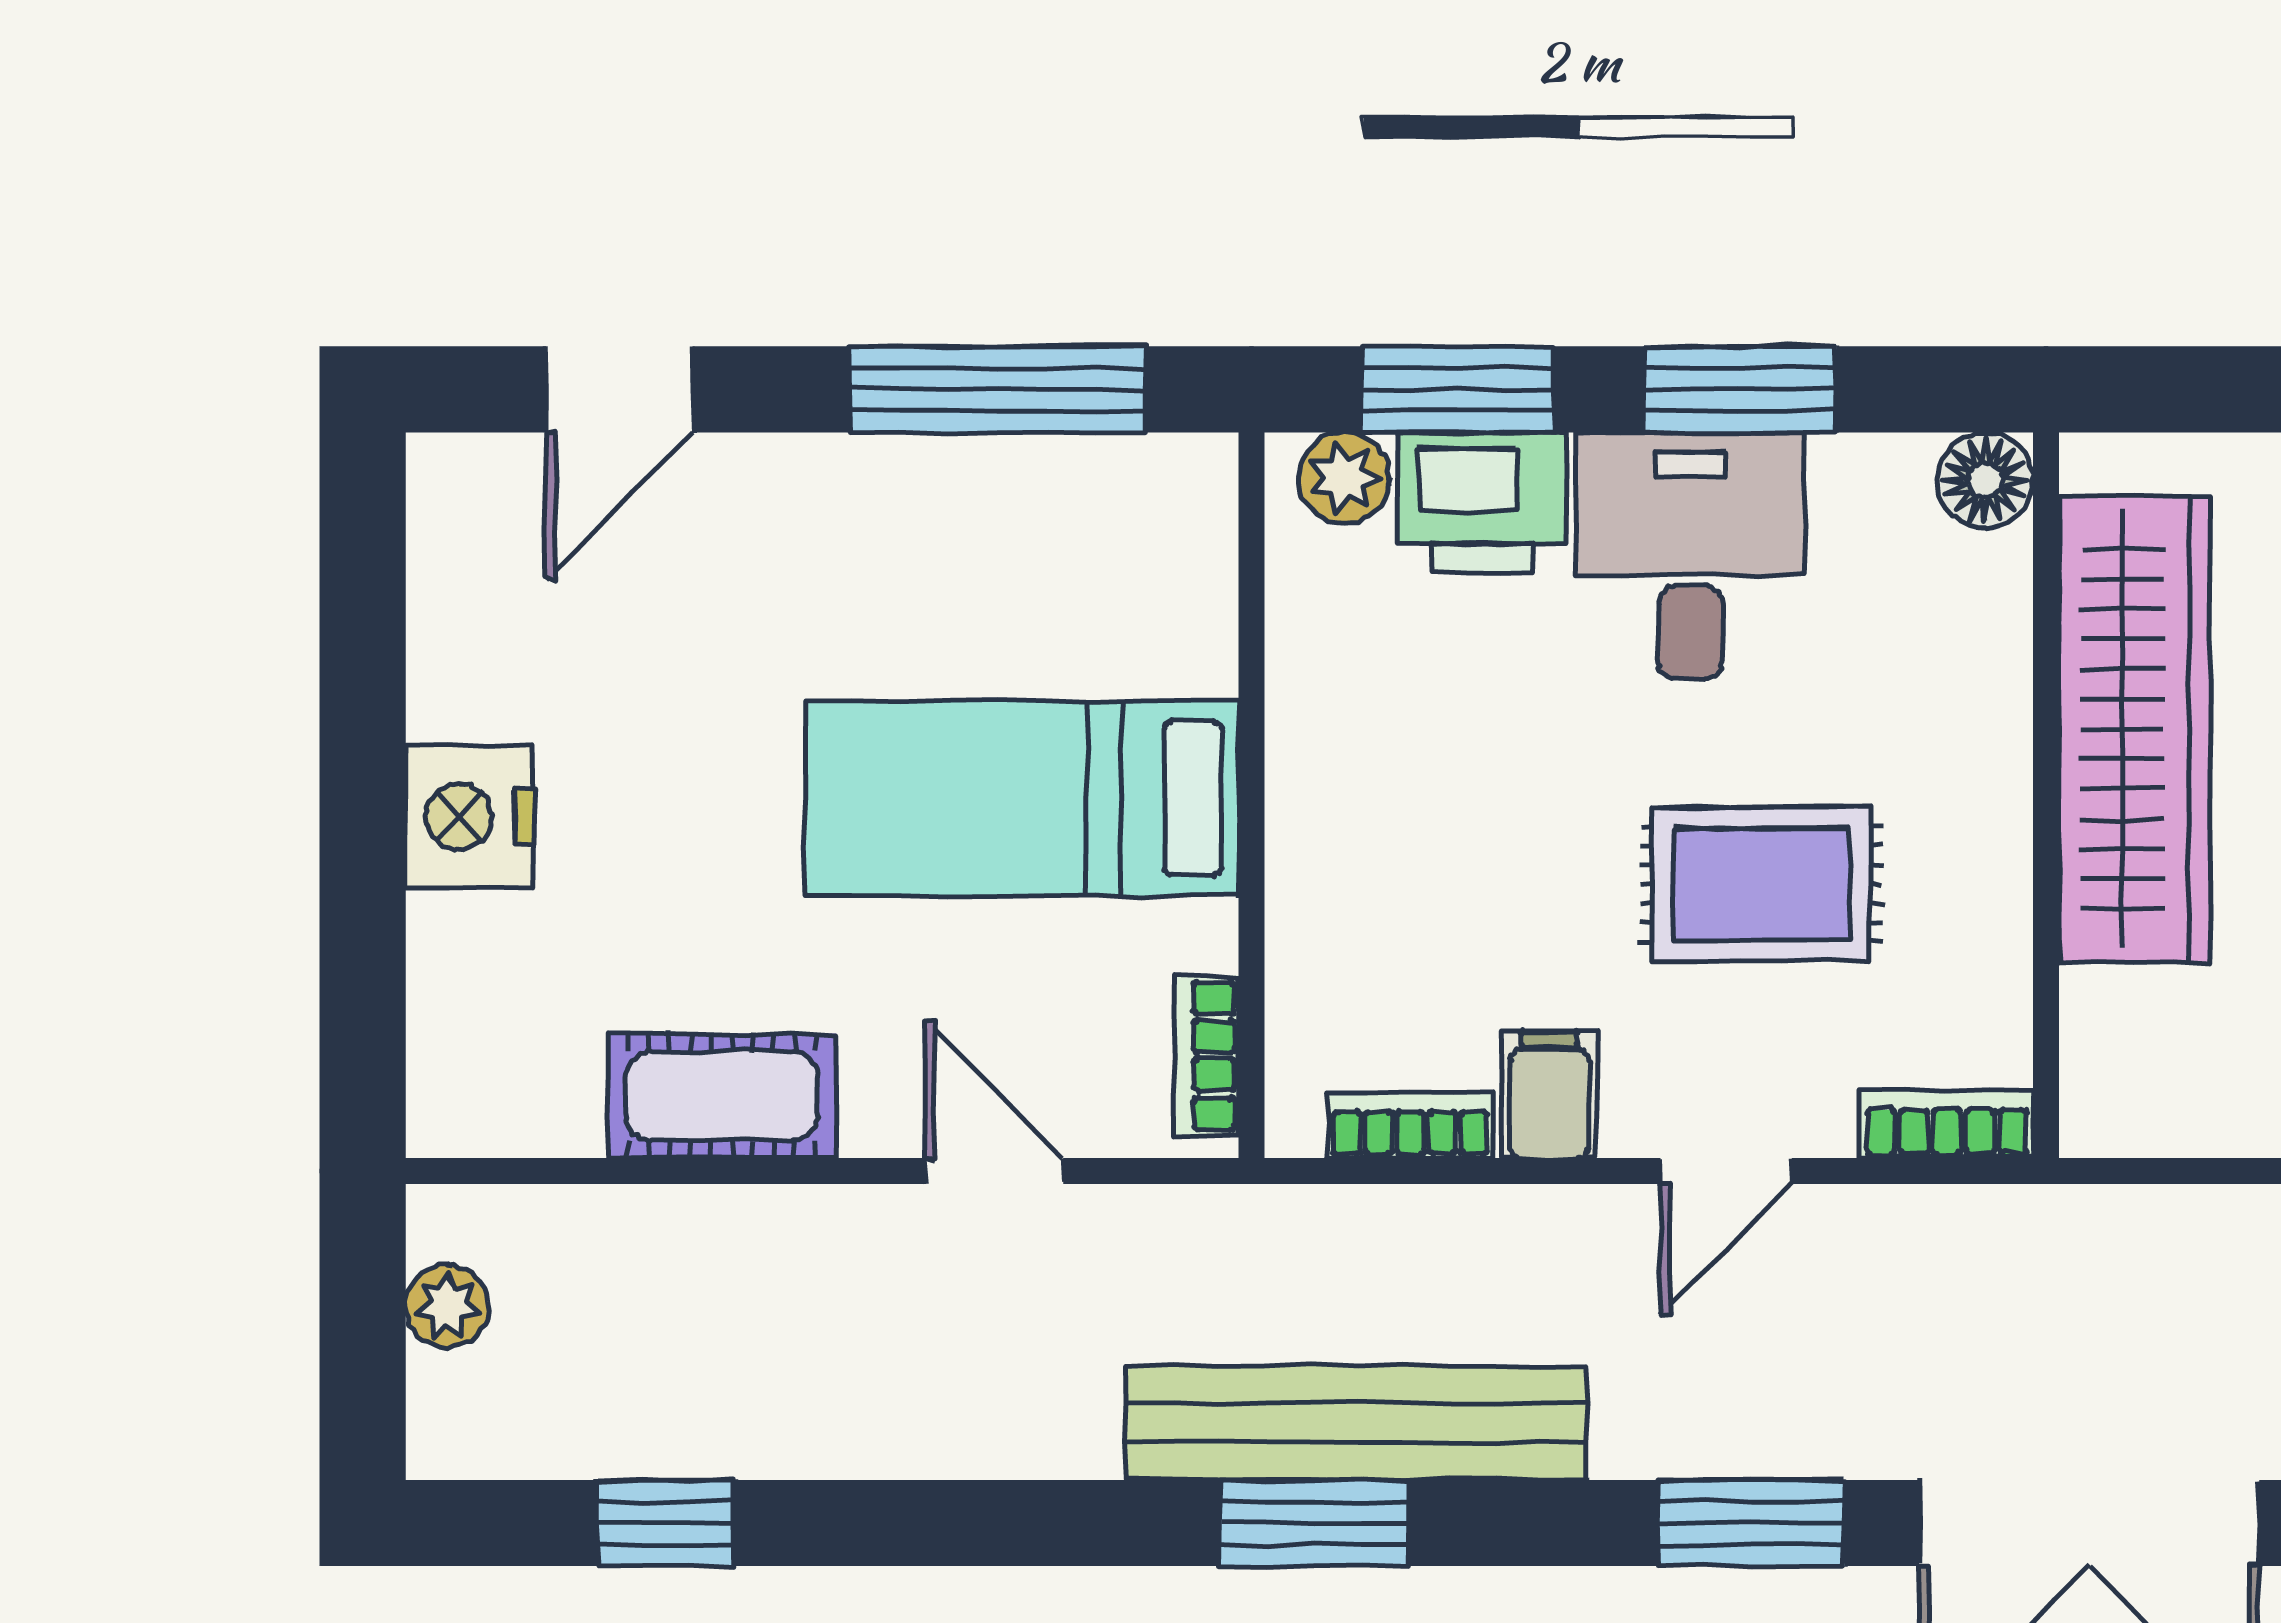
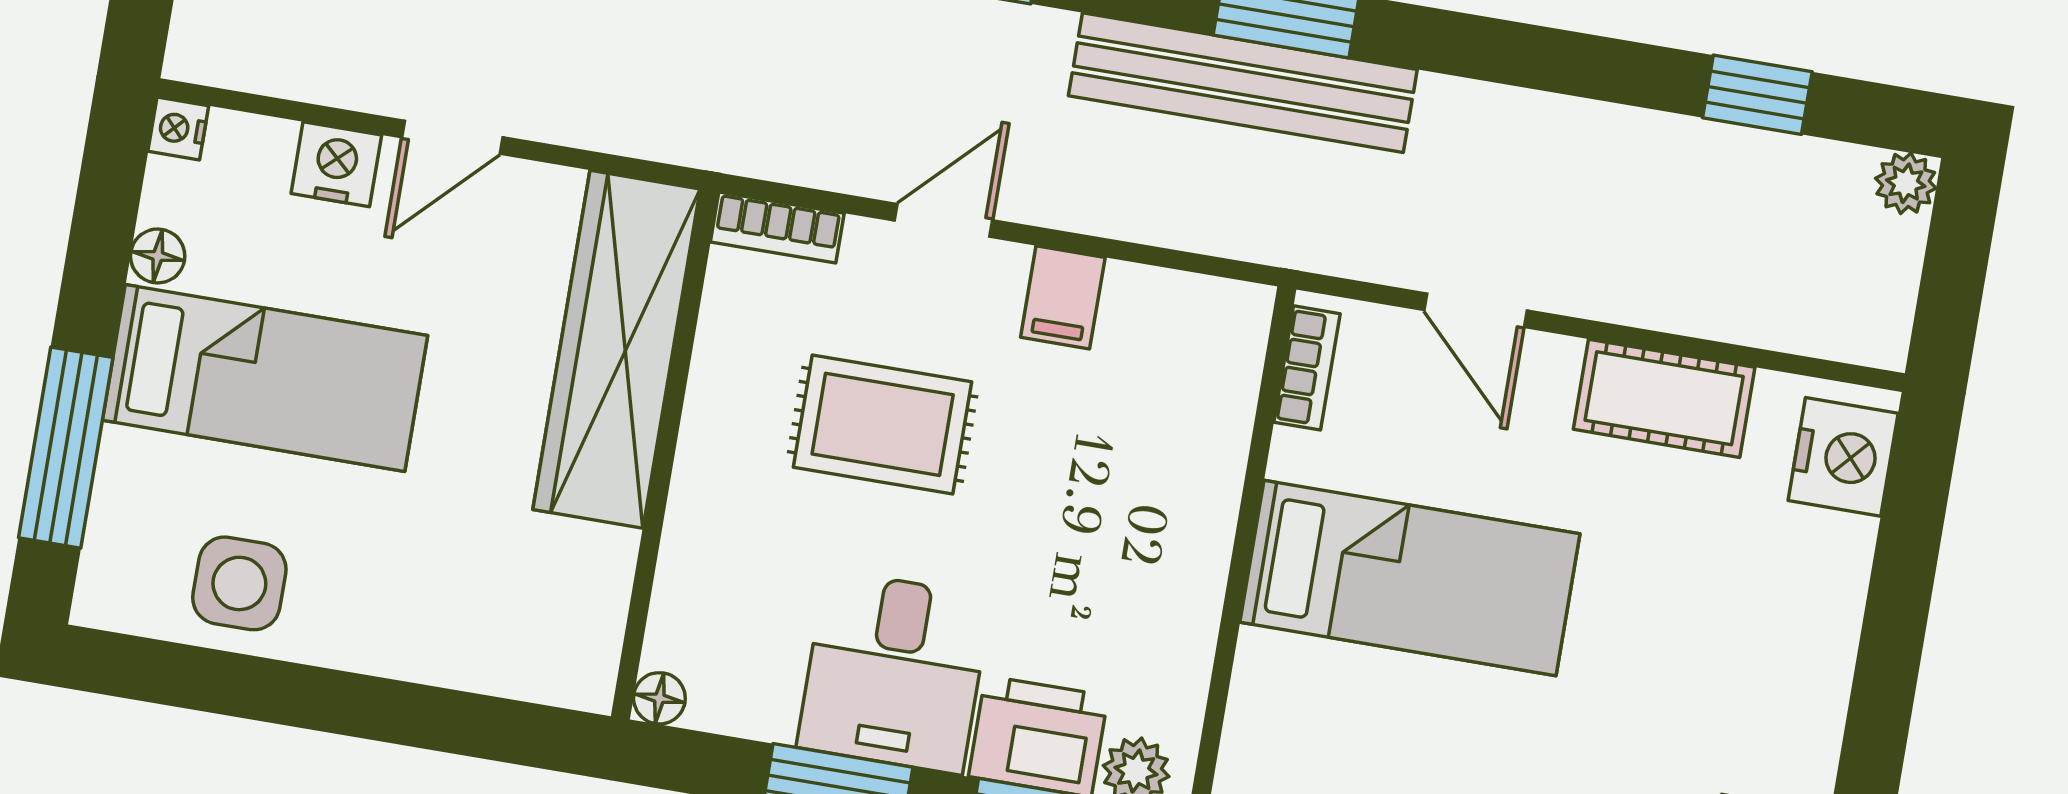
floor lamp: (1985, 480) -> (659, 698), width x0.73, depth x0.73
wardrobe: (2134, 729) -> (617, 349), moved
nightstand: (469, 817) -> (1843, 457), moved
bookcase: (1410, 1125) -> (1167, 293), removed
plant: (447, 1306) -> (1906, 183), moved

